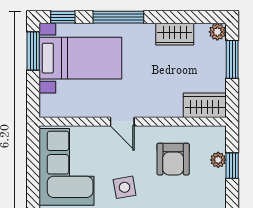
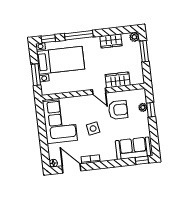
window: (33, 51) -> (36, 75), moved
wardrobe: (205, 105) -> (118, 80), moved
door: (122, 122) -> (99, 91), moved
armchair: (173, 159) -> (118, 110), turned -90

